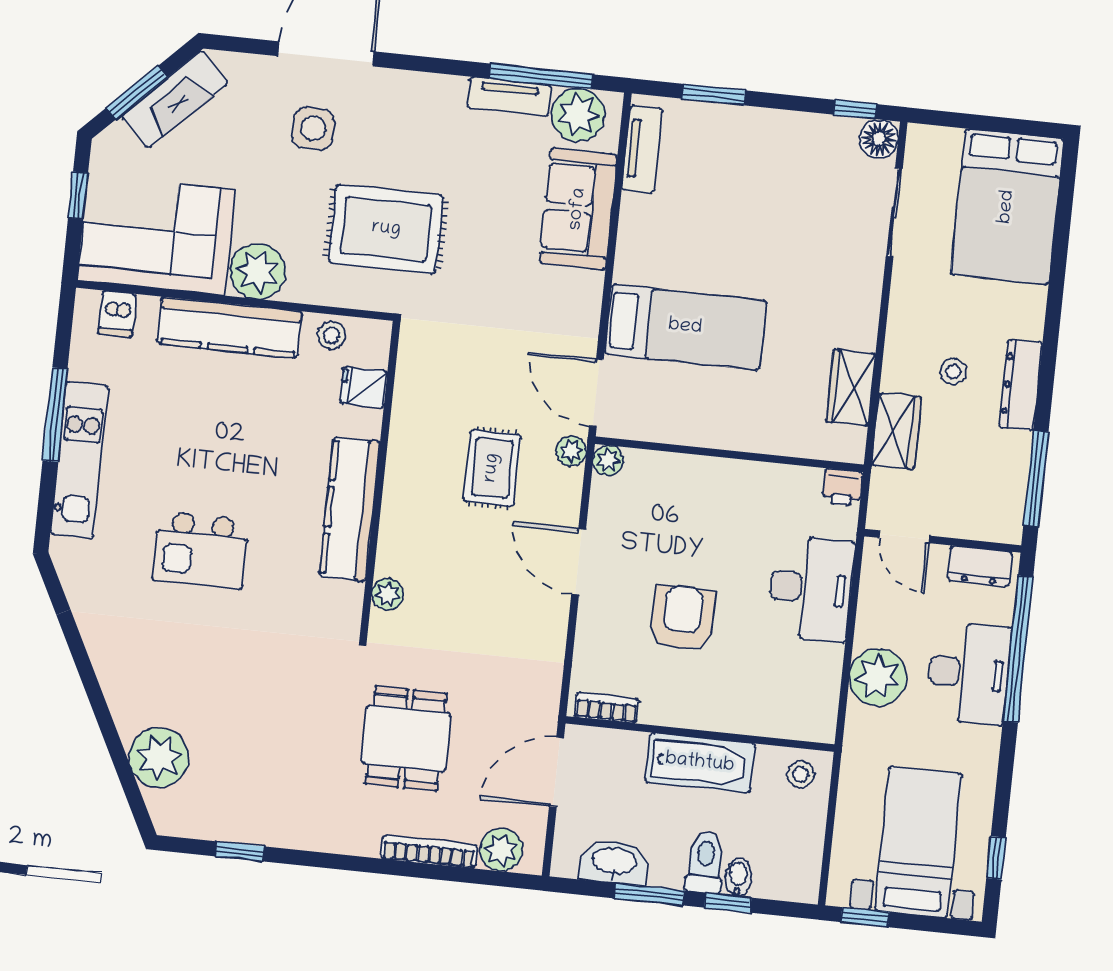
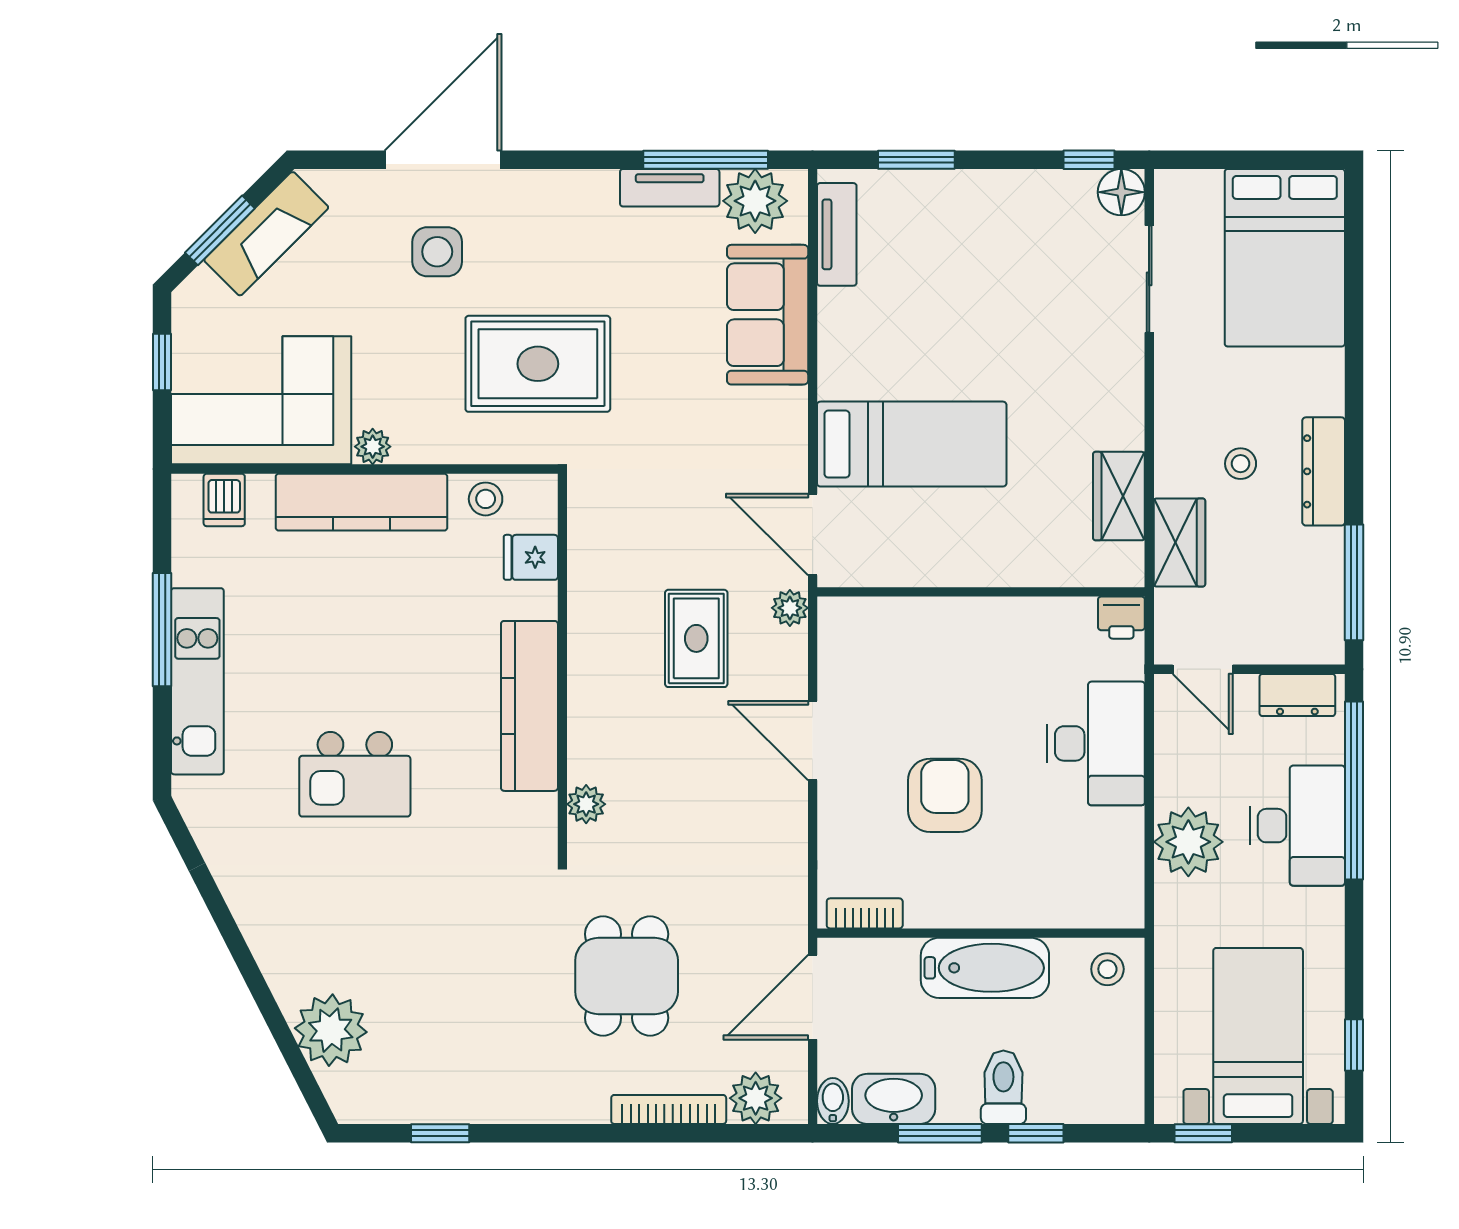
plant: (258, 271) -> (373, 447), width x0.53, depth x0.53
plant: (608, 460) -> (835, 615), removed
bidet: (738, 877) -> (833, 1101), moved

